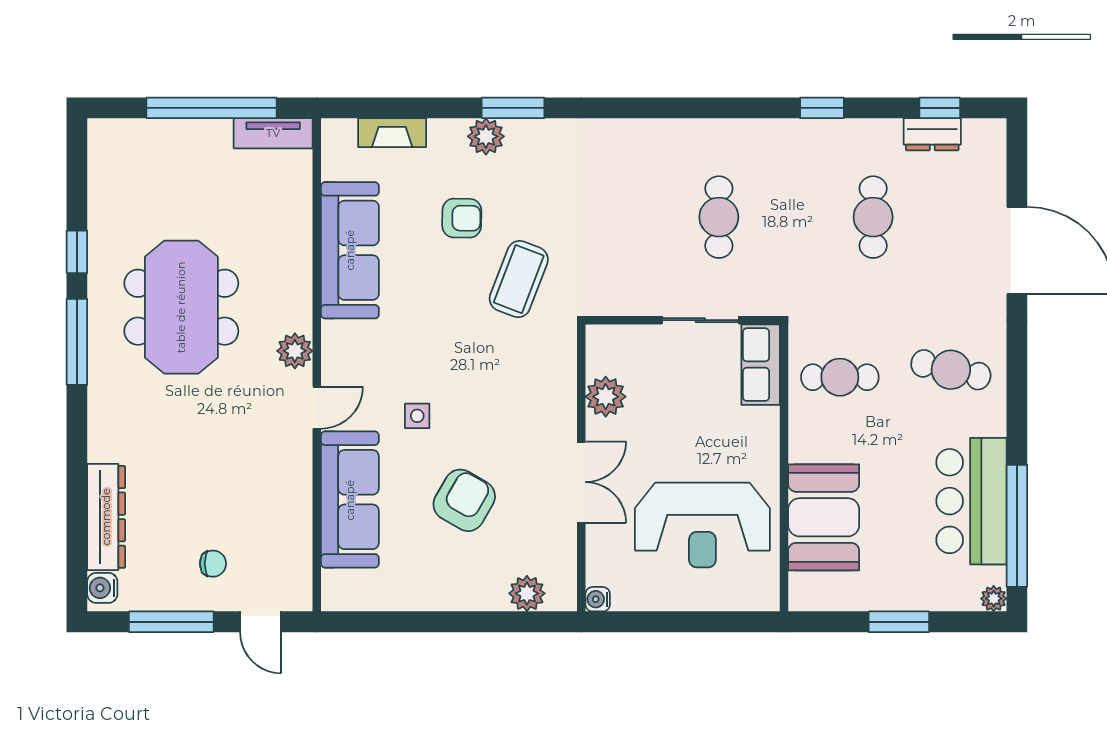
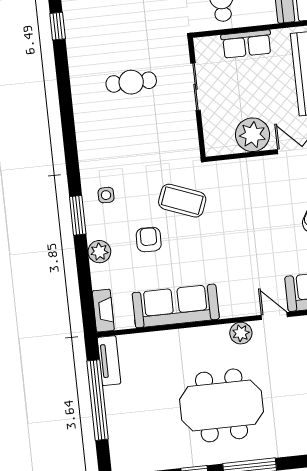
fireplace: (392, 133) -> (103, 311), moved
plant: (486, 136) -> (99, 252), moved
row of seats: (761, 365) -> (247, 44), moved
plant: (606, 397) -> (253, 135), width x1.36, depth x1.36
side table: (417, 416) -> (106, 195), moved

